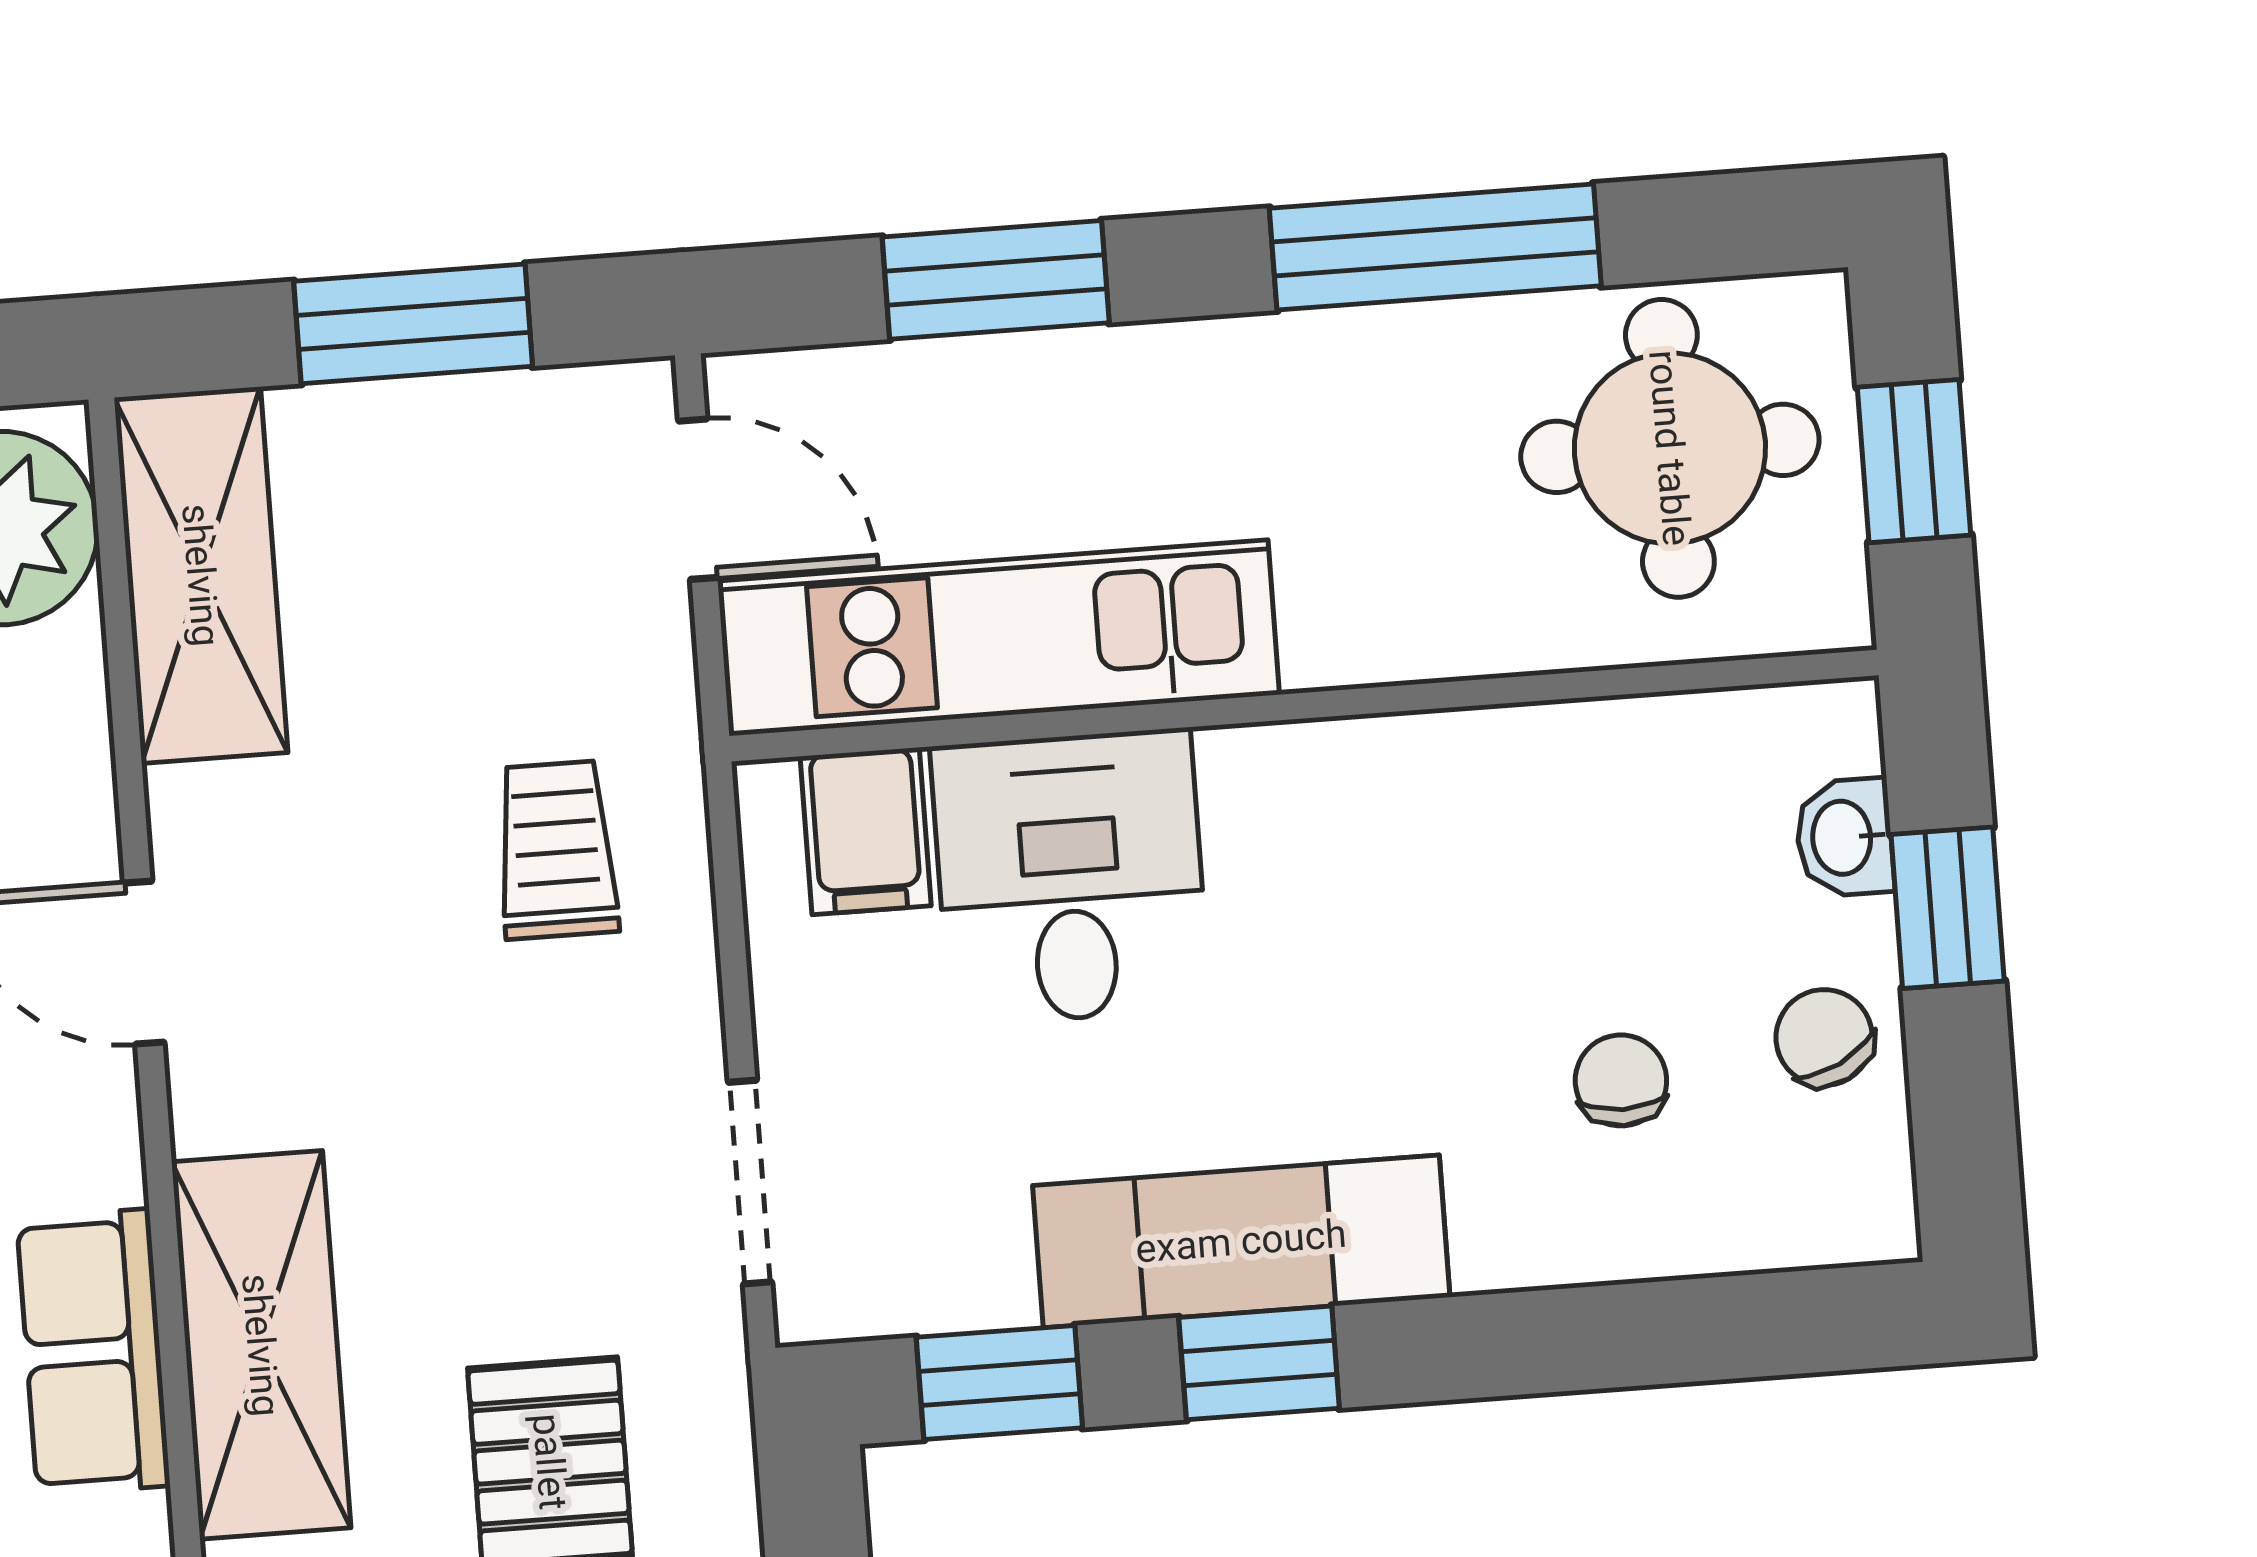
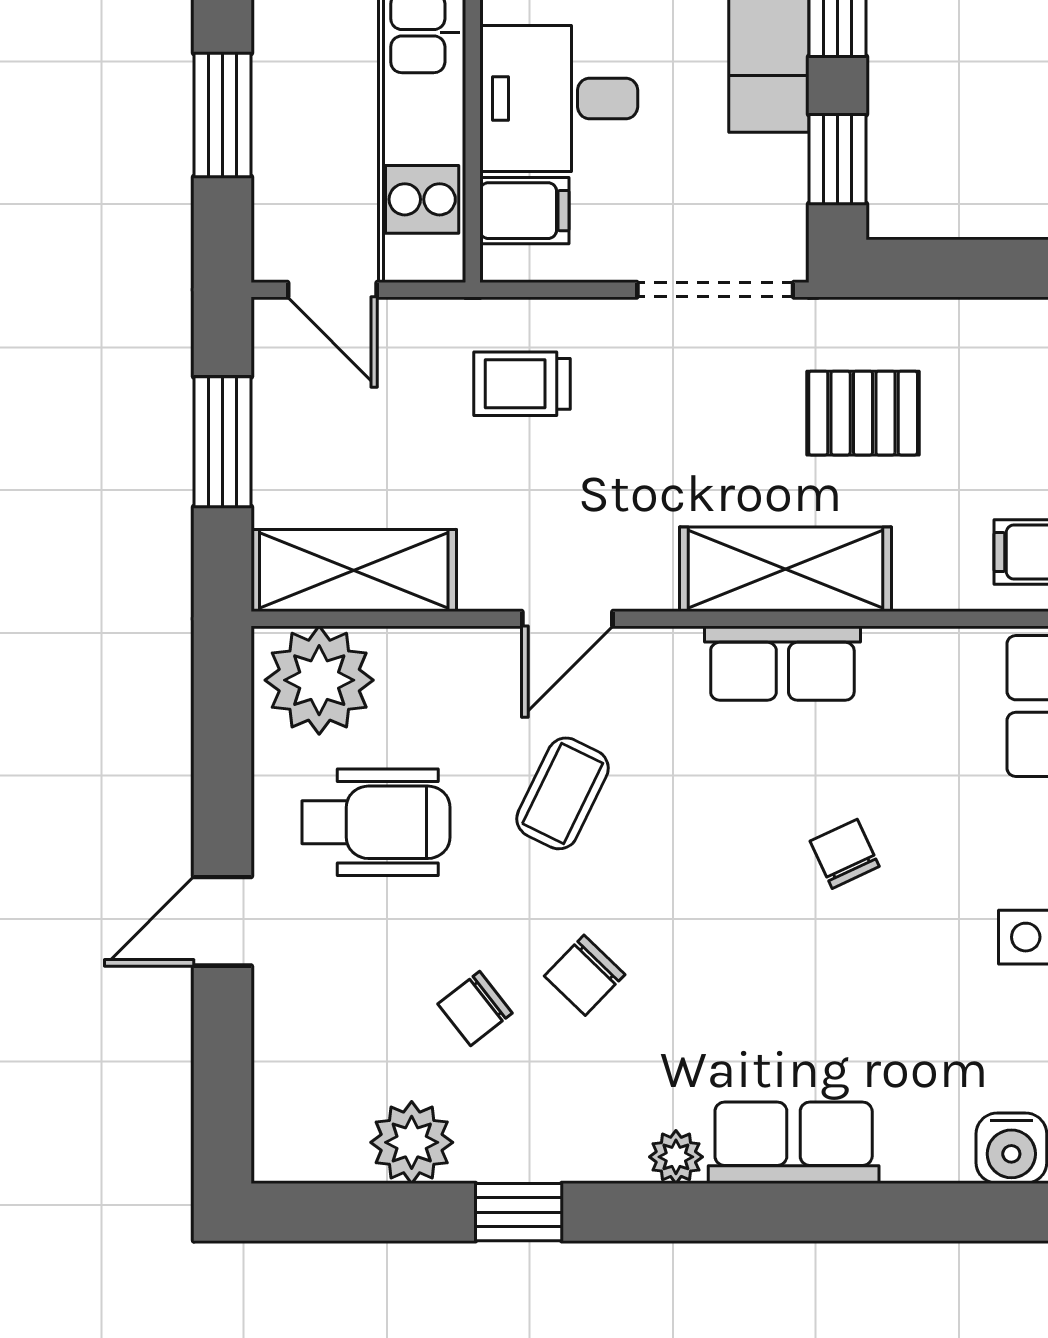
door: (699, 499) -> (332, 290), swing flipped
doorway: (750, 1182) -> (715, 290), width x1.38

